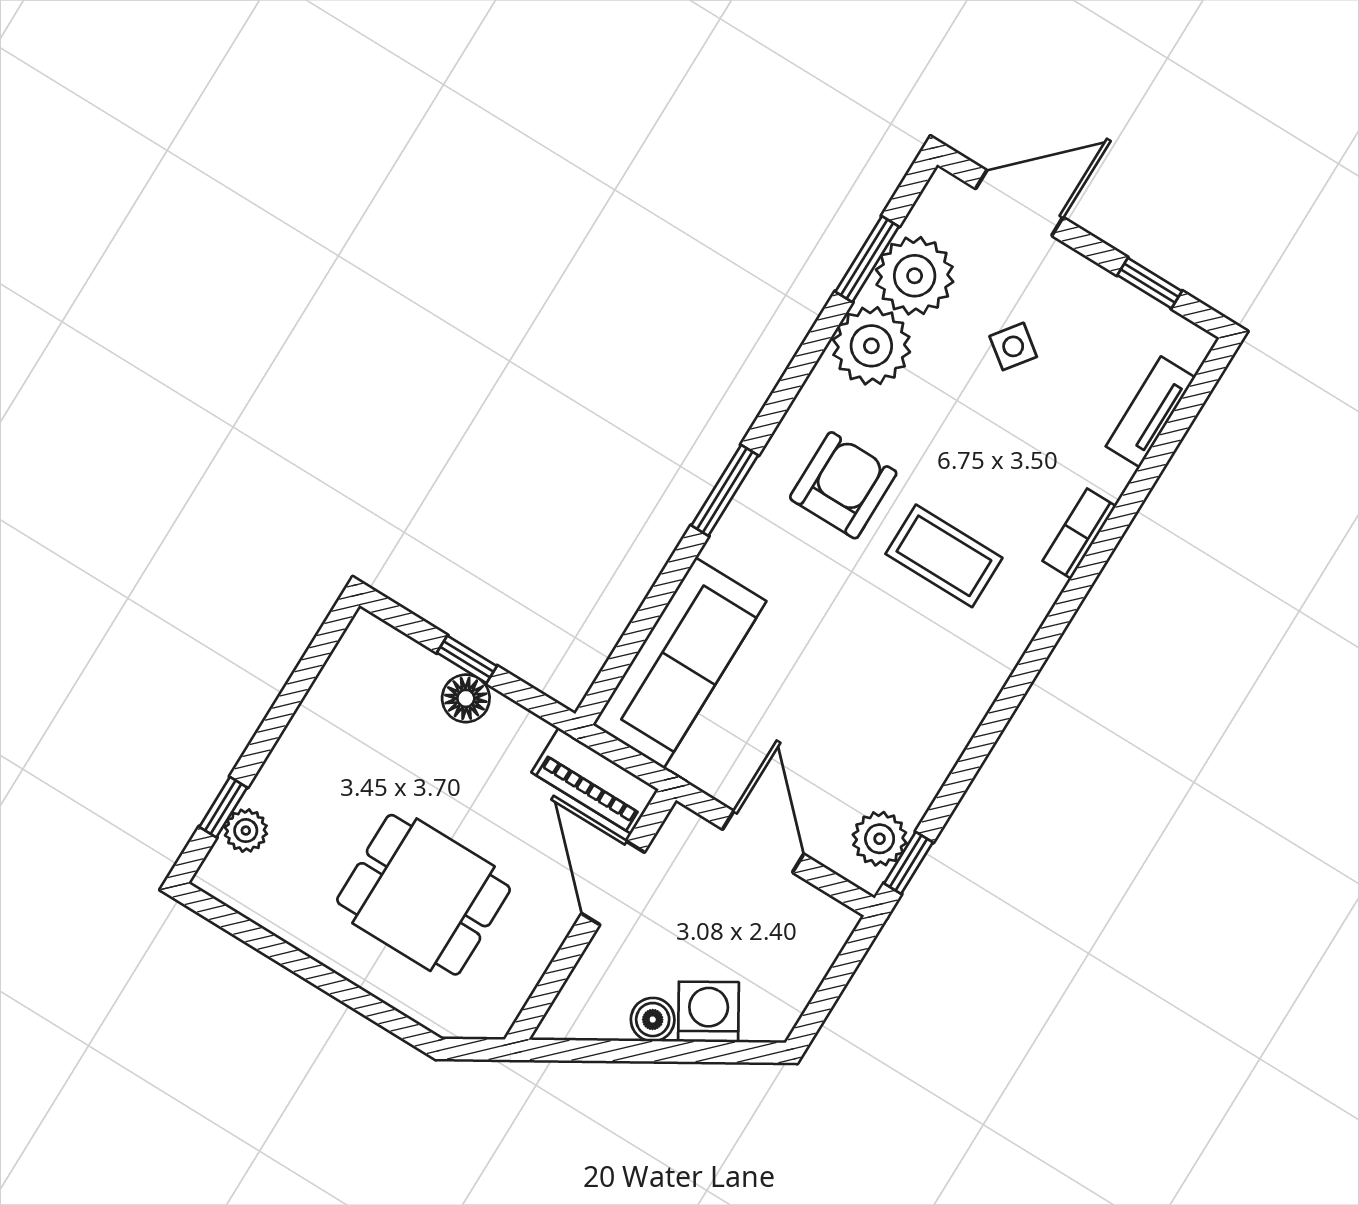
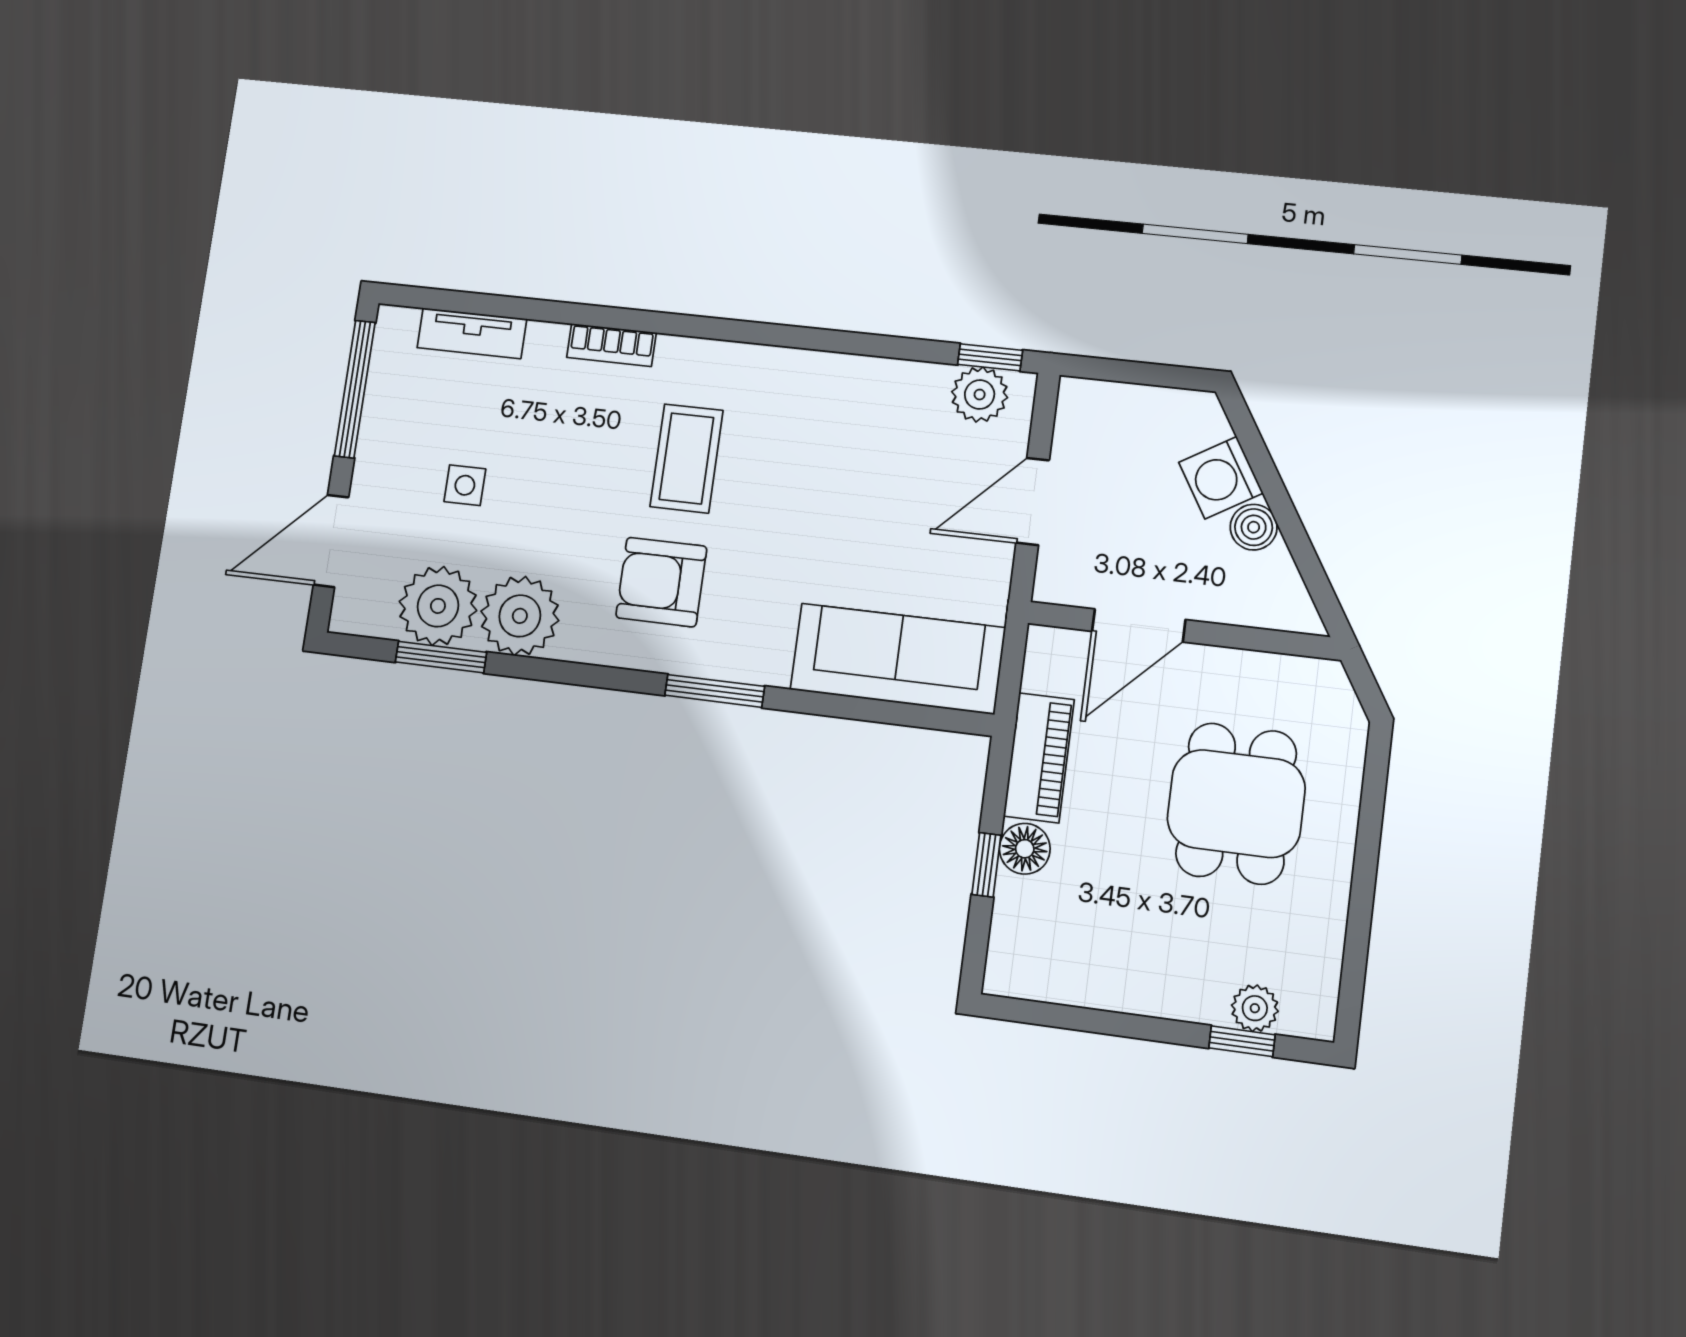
door: (1019, 203) -> (331, 541), hinge flipped
window: (1150, 283) -> (355, 389), width x2.17
side table: (1013, 346) -> (465, 485), turned -37
piano: (595, 781) -> (1039, 758), moved

